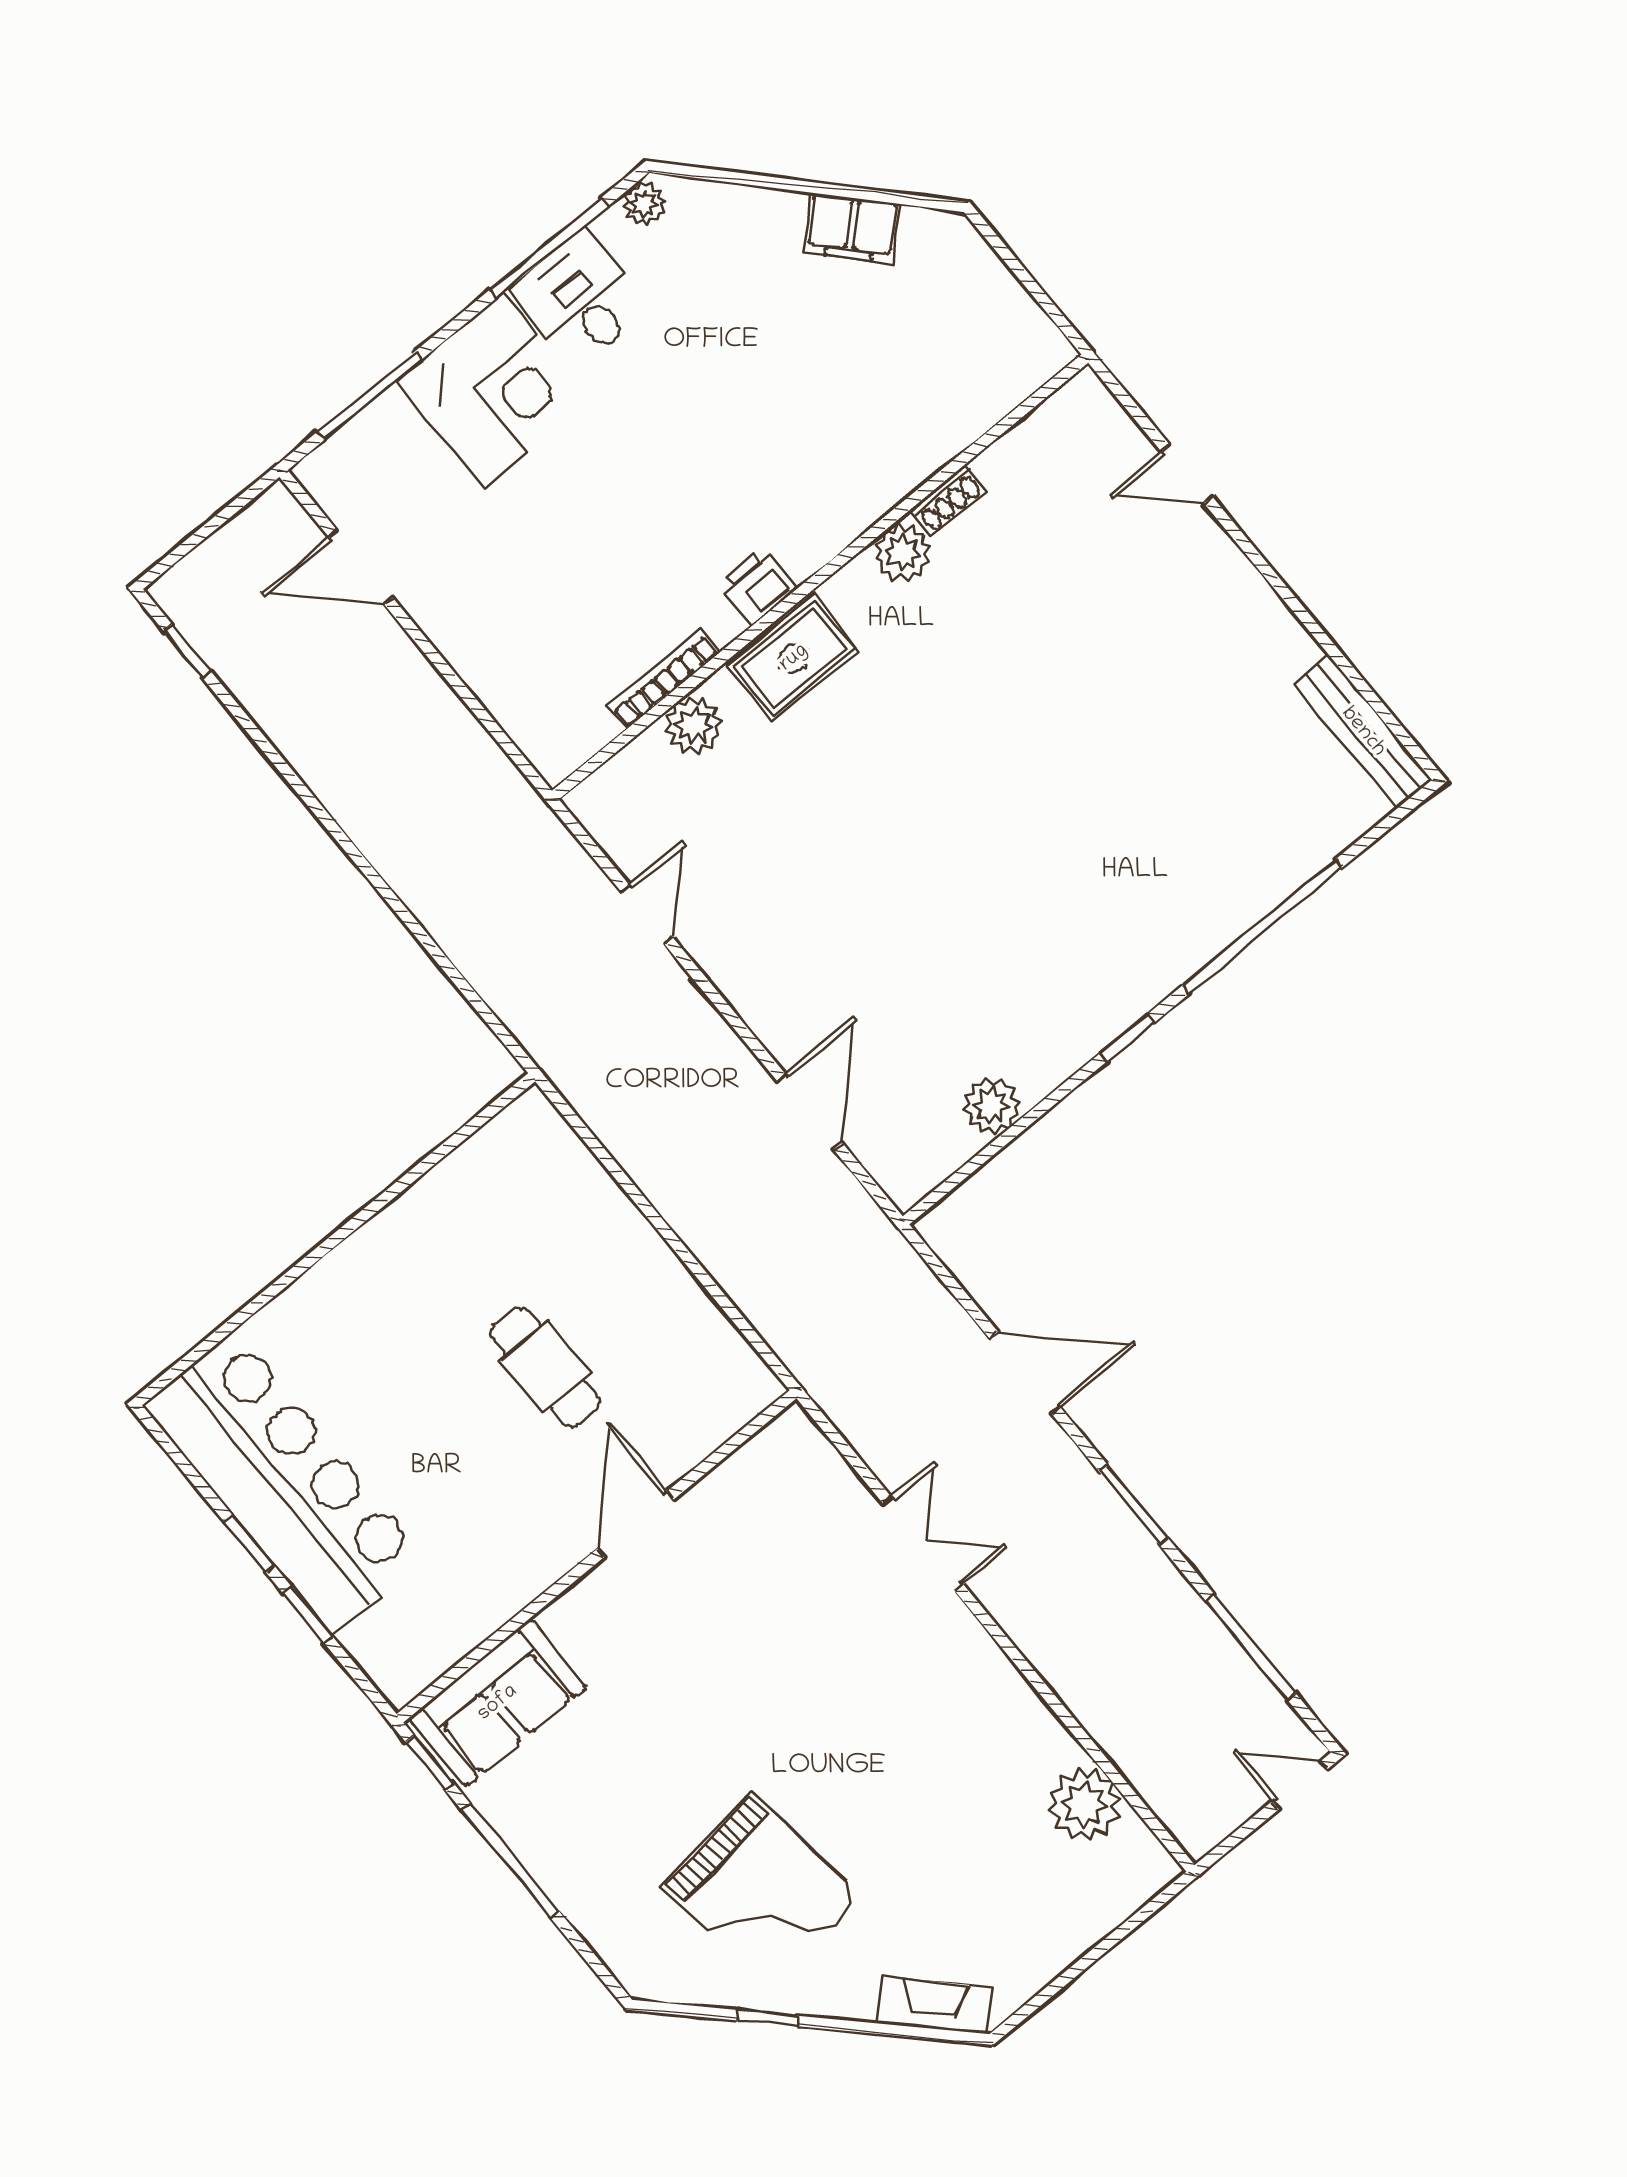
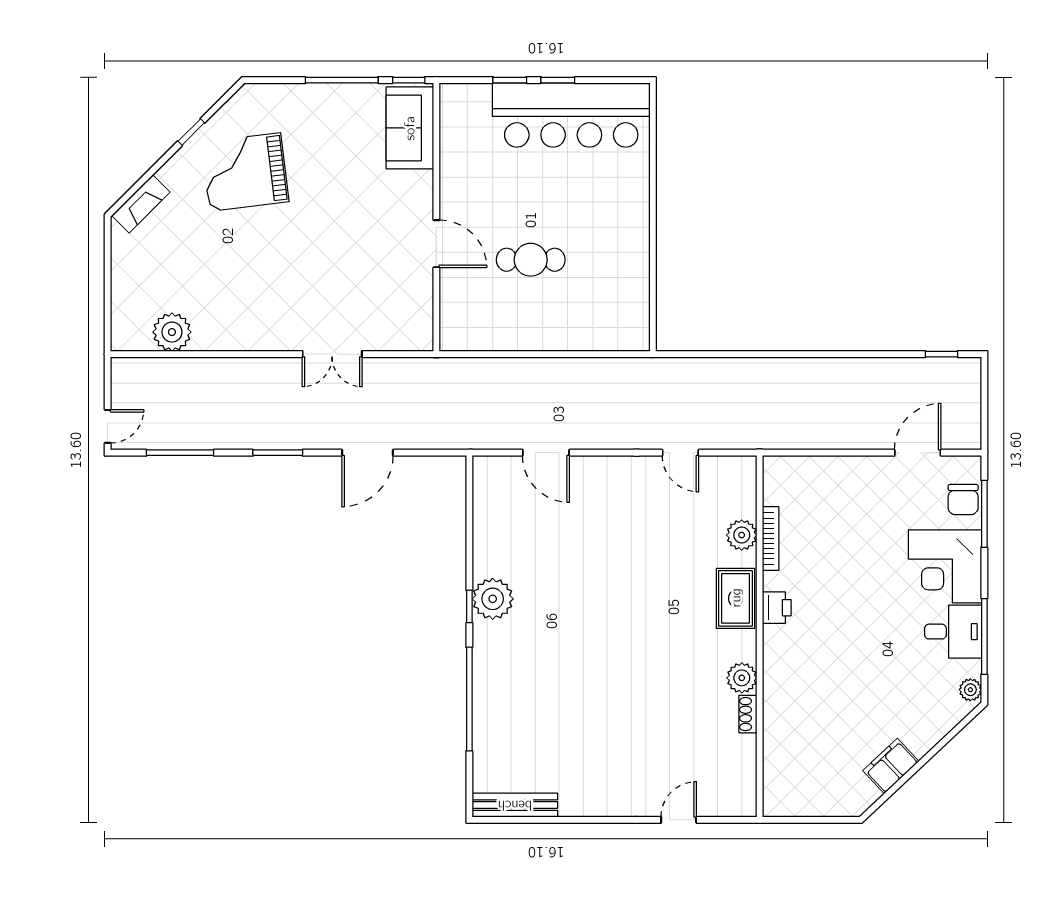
chair: (374, 444) -> (963, 500), added
plant: (991, 1106) -> (493, 599), moved, width x1.36, depth x1.36

